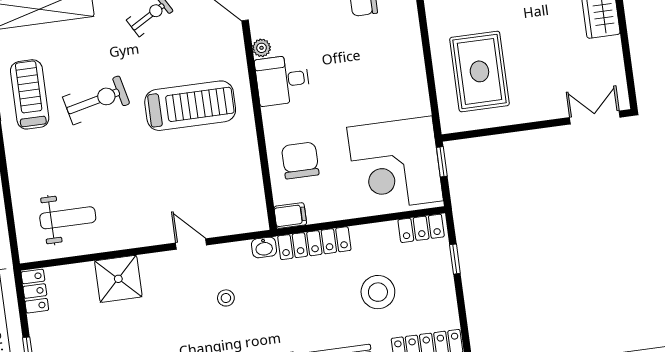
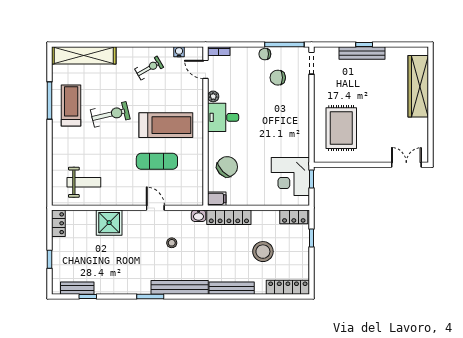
chair: (300, 160) -> (227, 167), turned 46
corner desk: (395, 164) -> (290, 177), width x0.74, depth x0.74
exercise mat: (183, 167) -> (157, 161), added

